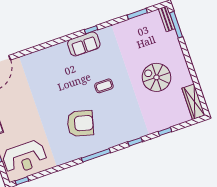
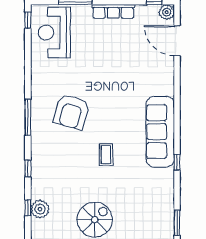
sofa: (84, 44) -> (160, 132), width x1.85, depth x1.27
plant: (163, 122) -> (40, 209), added

